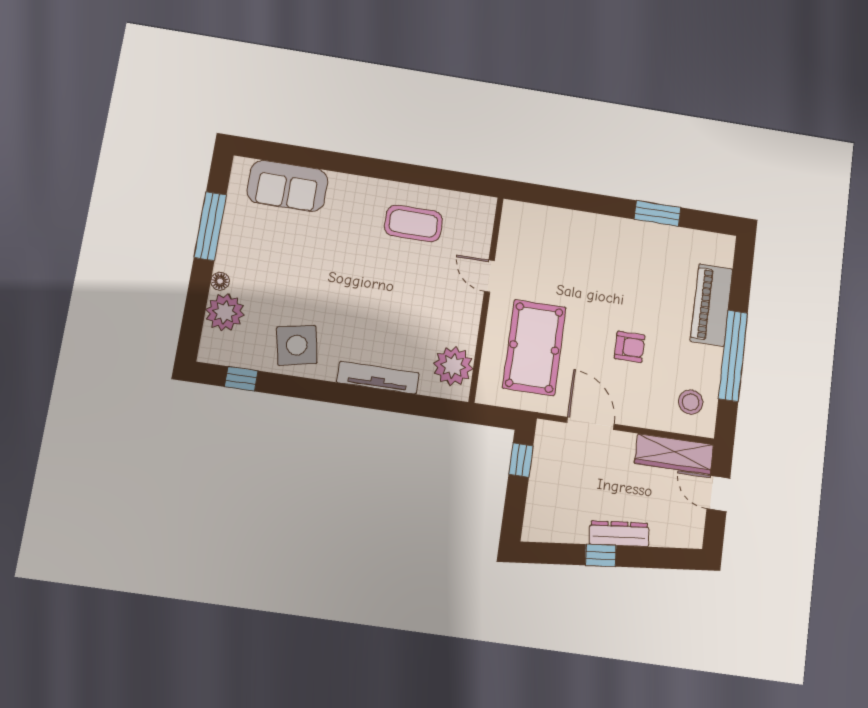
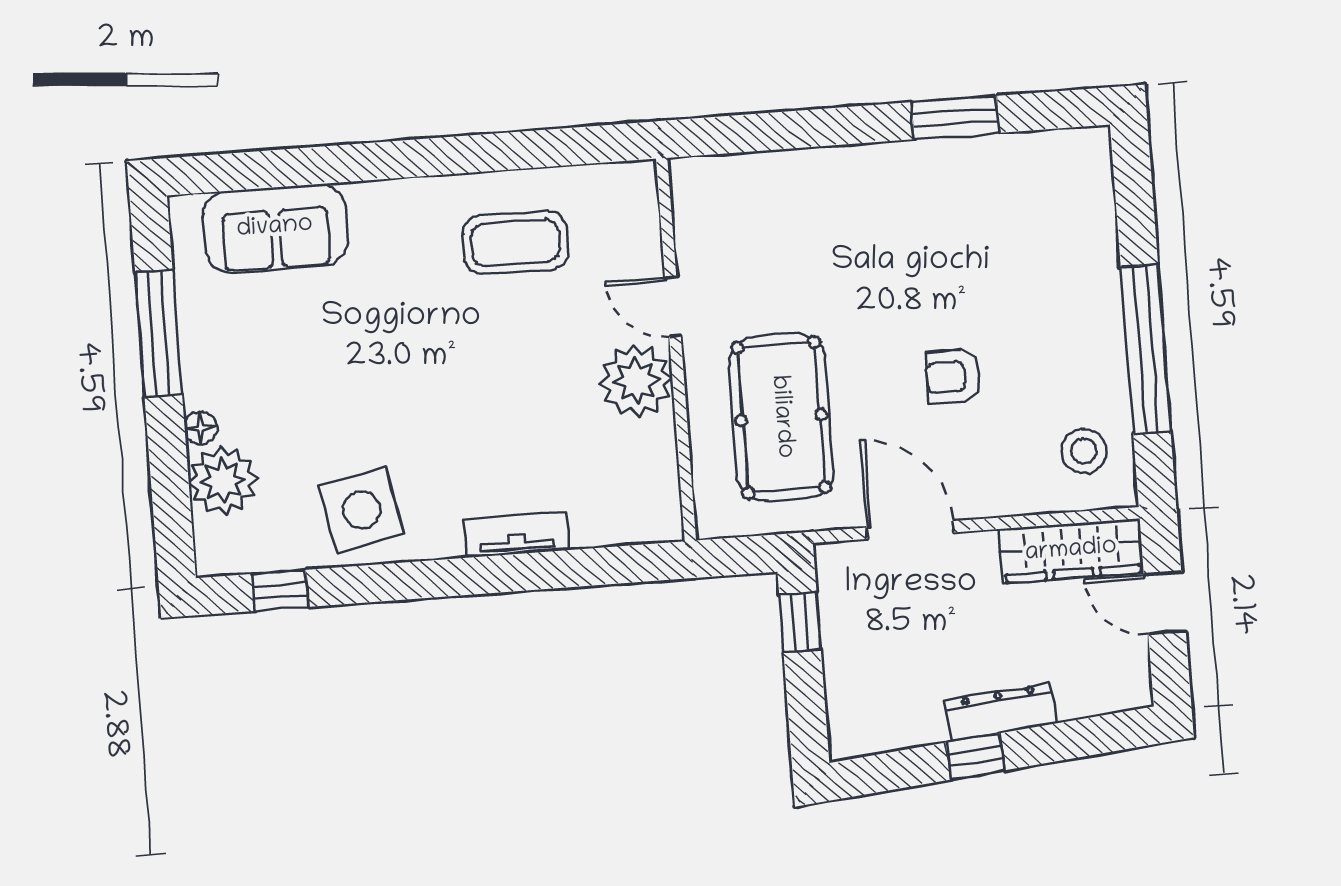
piano: (712, 305) -> (1088, 265), removed
armchair: (630, 347) -> (953, 376), turned 180
plant: (453, 366) -> (636, 381), moved
tv unit: (378, 378) -> (517, 534), width x0.71

